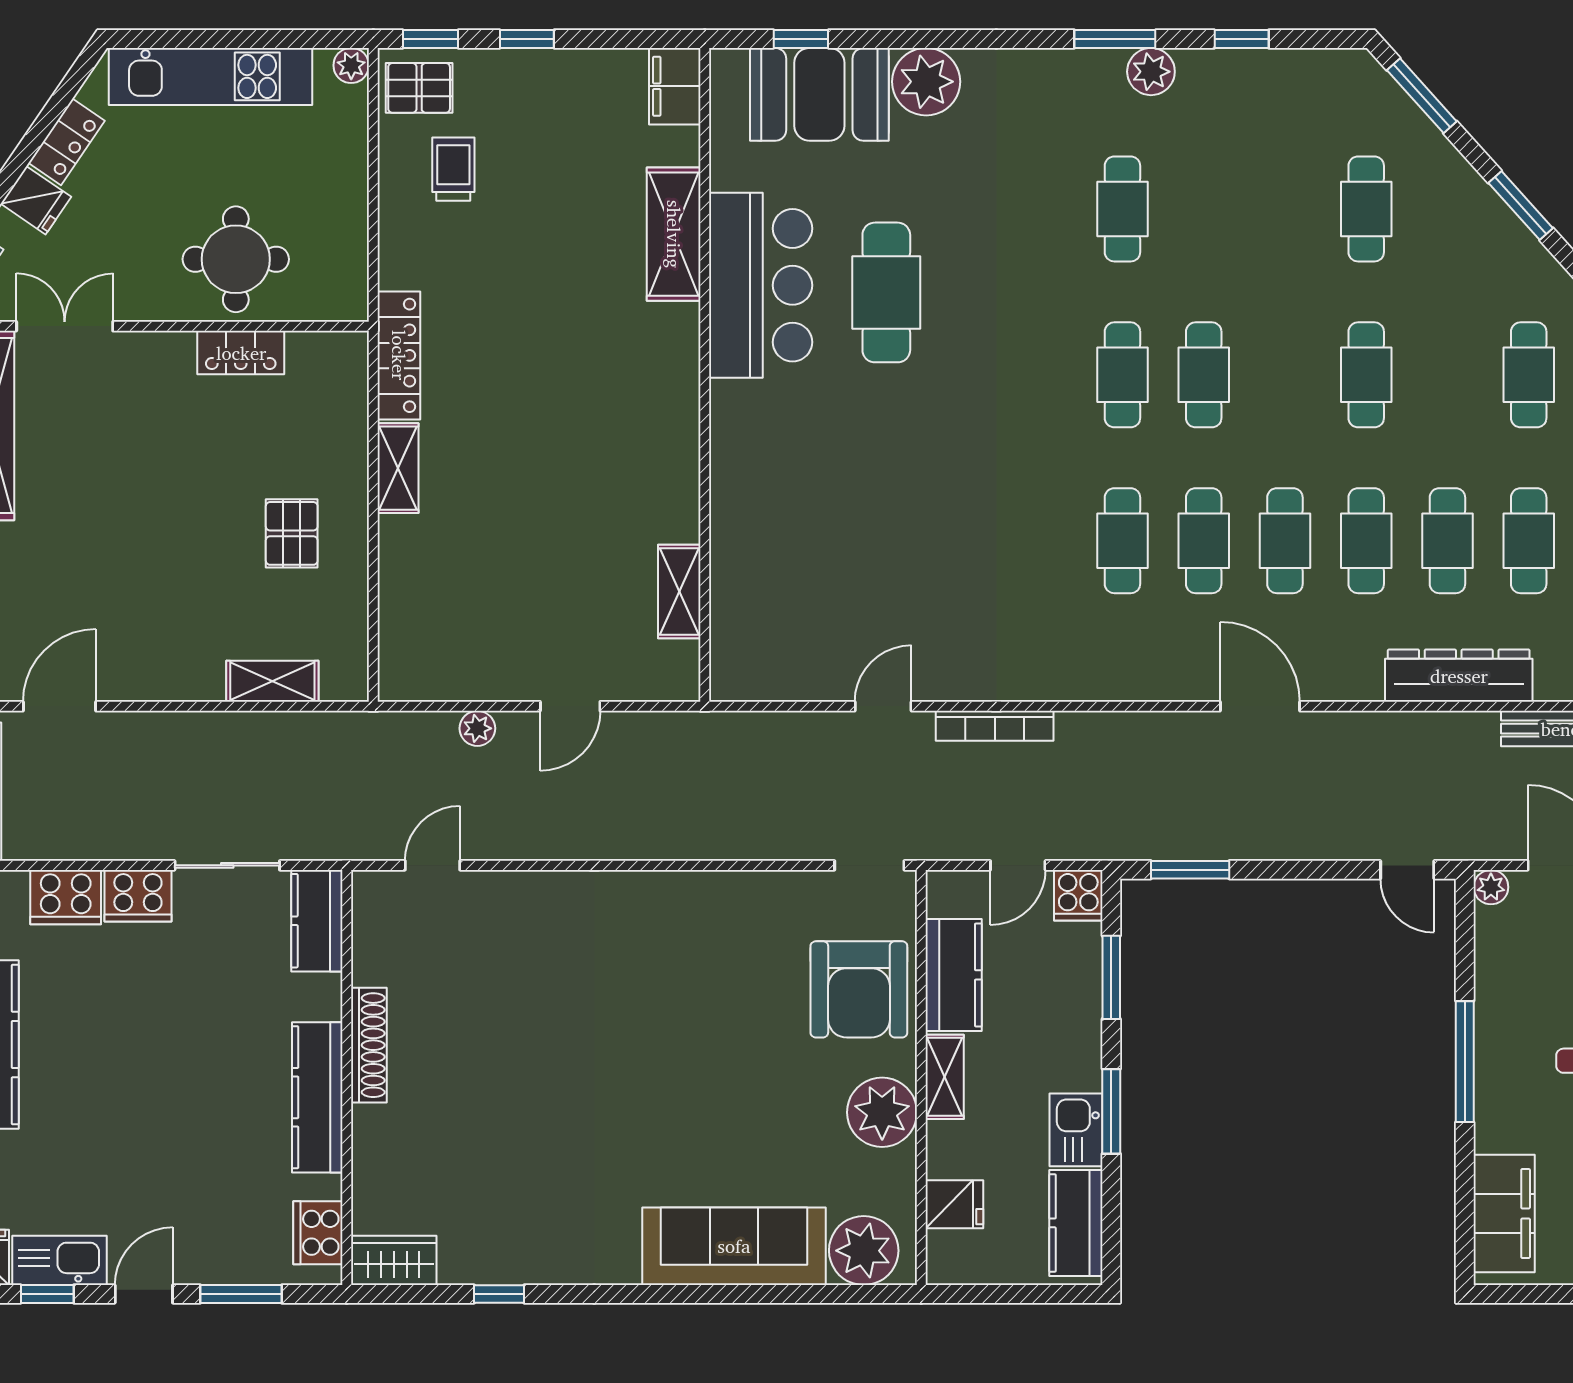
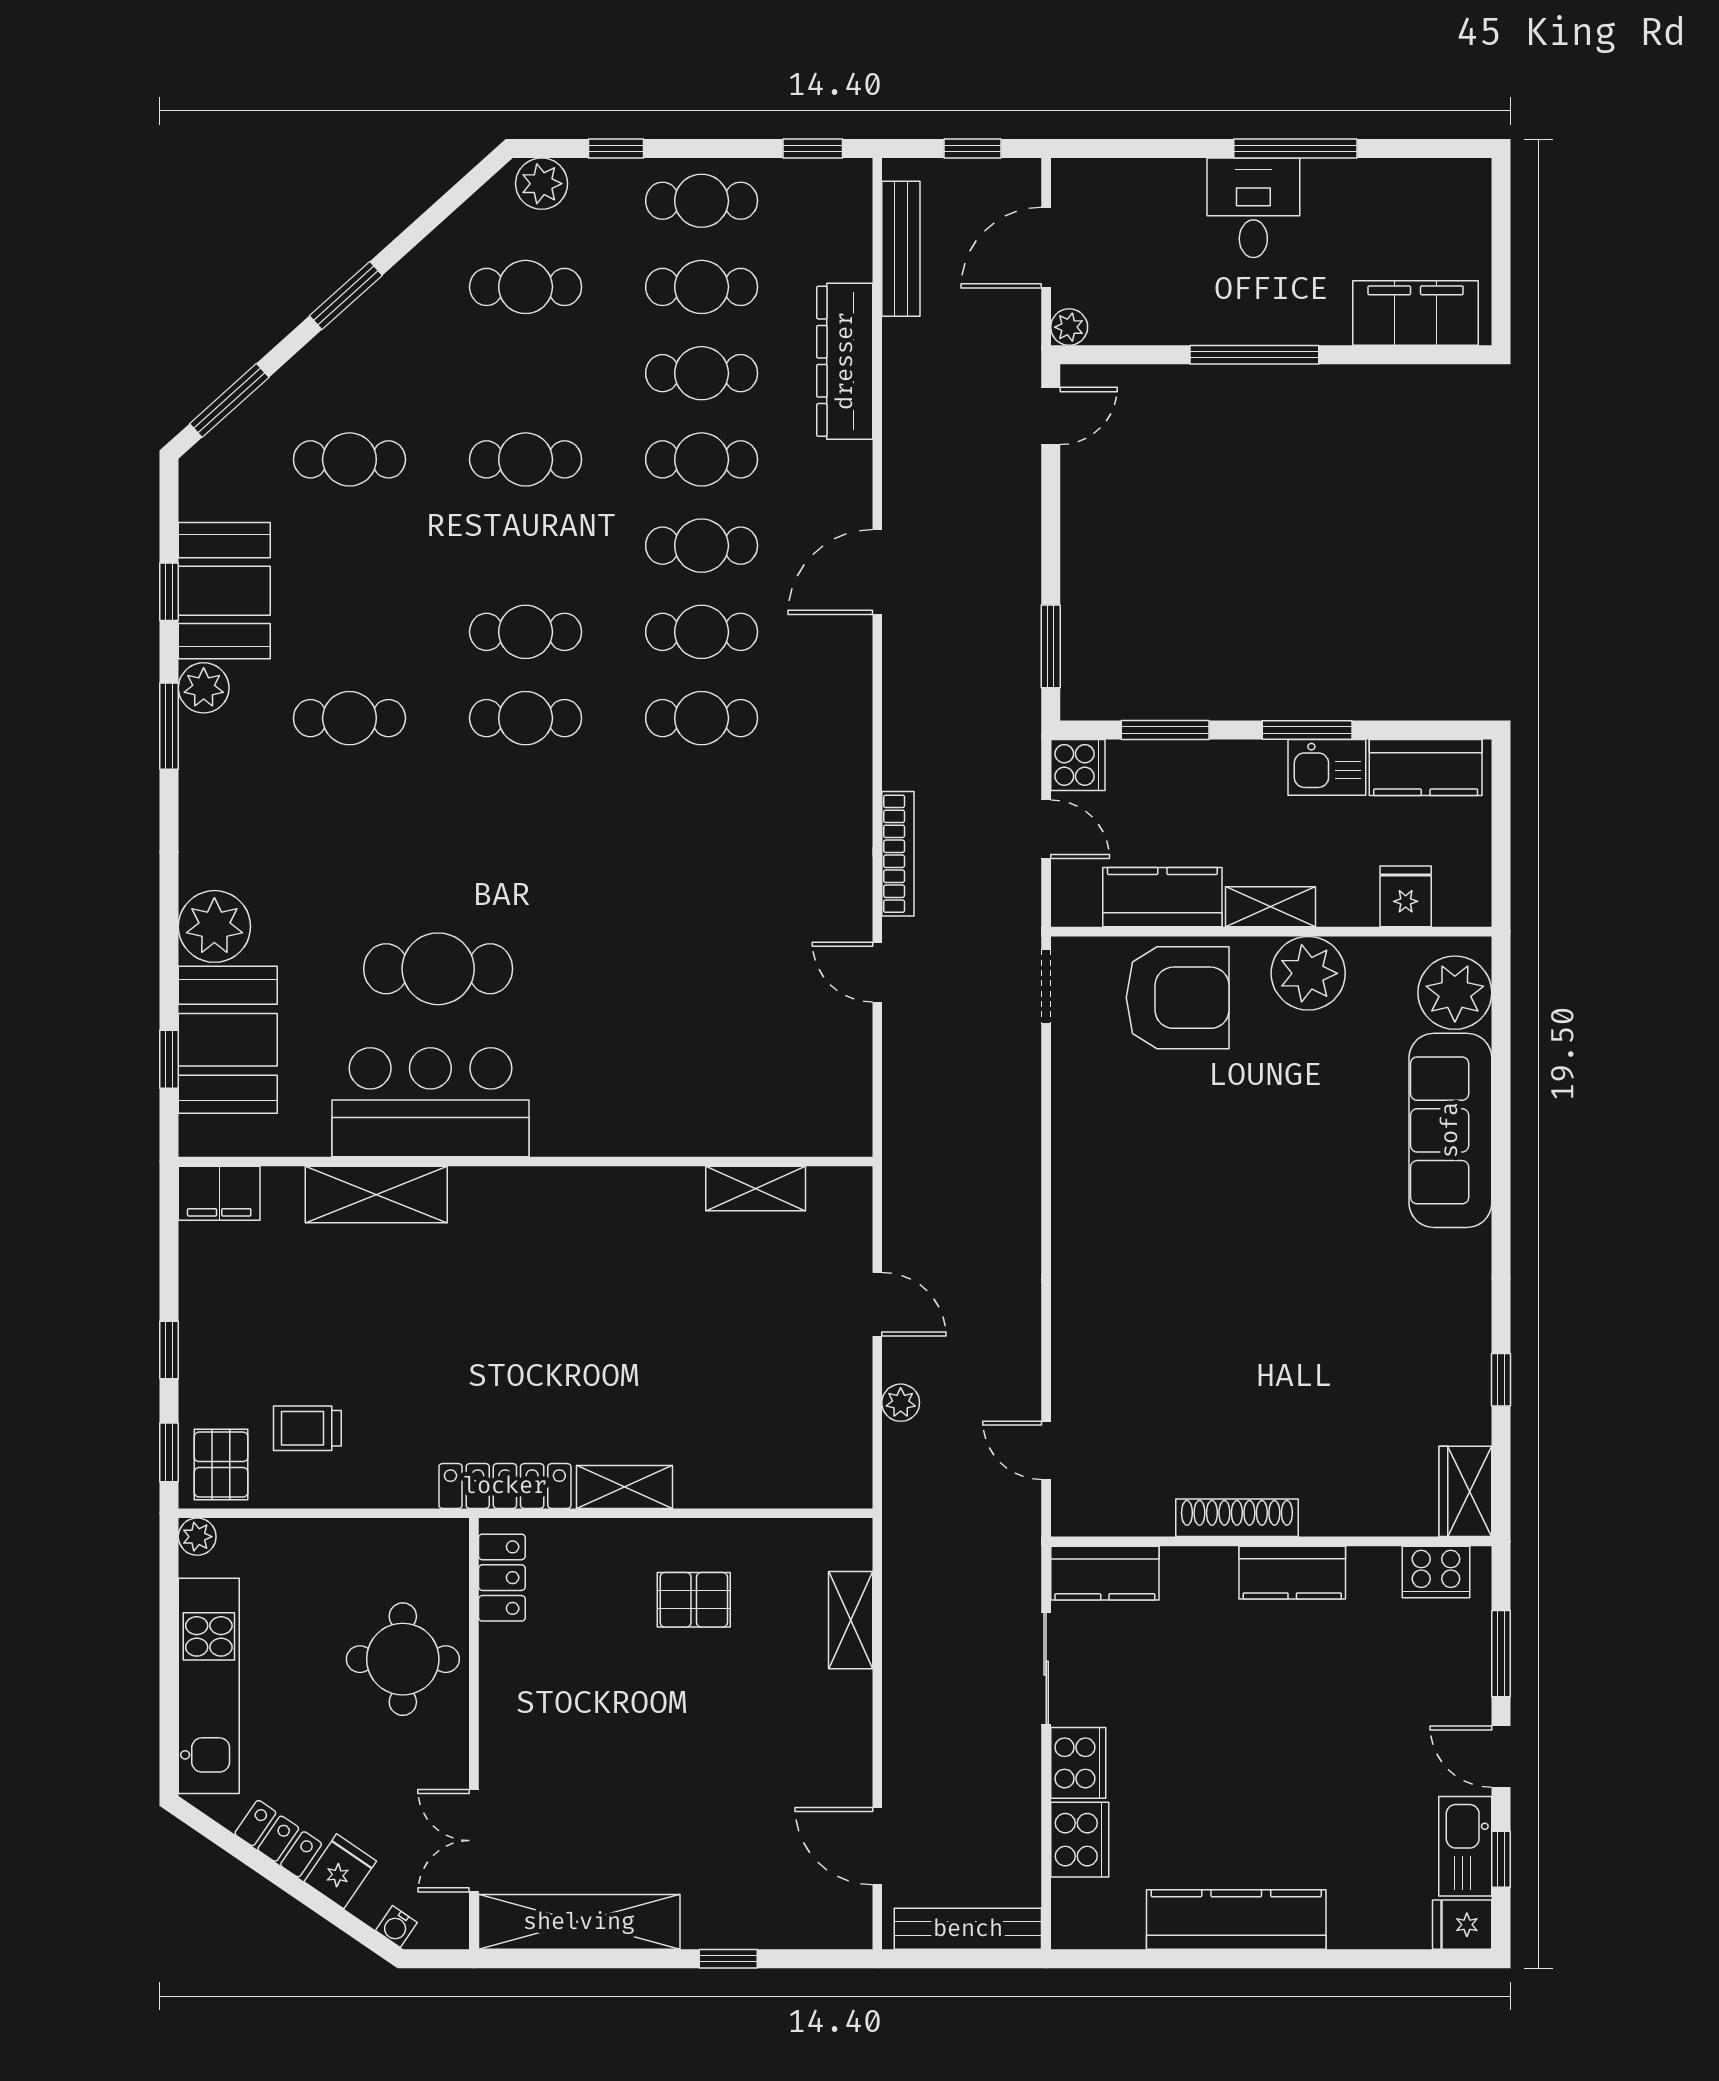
booth: (1243, 91) -> (224, 591), added
locker: (241, 353) -> (502, 1578), moved
kitchen counter: (317, 1097) -> (1292, 1573), width x0.67

